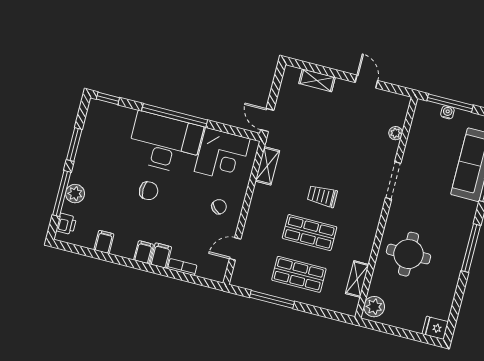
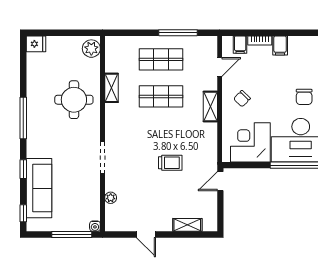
water cooler: (447, 112) -> (95, 226), moved
door: (267, 120) -> (220, 181), swing flipped
shelving: (267, 166) -> (210, 107), moved
chair: (149, 191) -> (304, 97), turned -90
trolley: (322, 196) -> (170, 163), moved
filing cabinet: (144, 252) -> (240, 45), moved
shelving: (357, 279) -> (111, 88), moved

